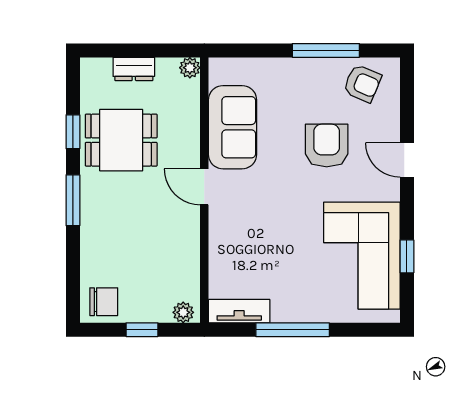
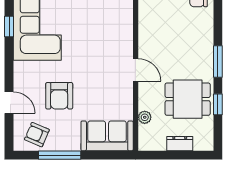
plant: (190, 68) -> (145, 117), moved
sofa: (233, 127) -> (107, 136), moved, turned 90
door: (407, 160) -> (9, 103), moved

